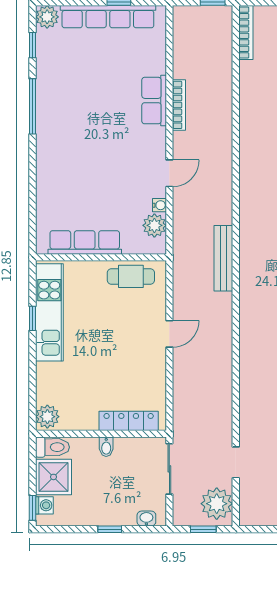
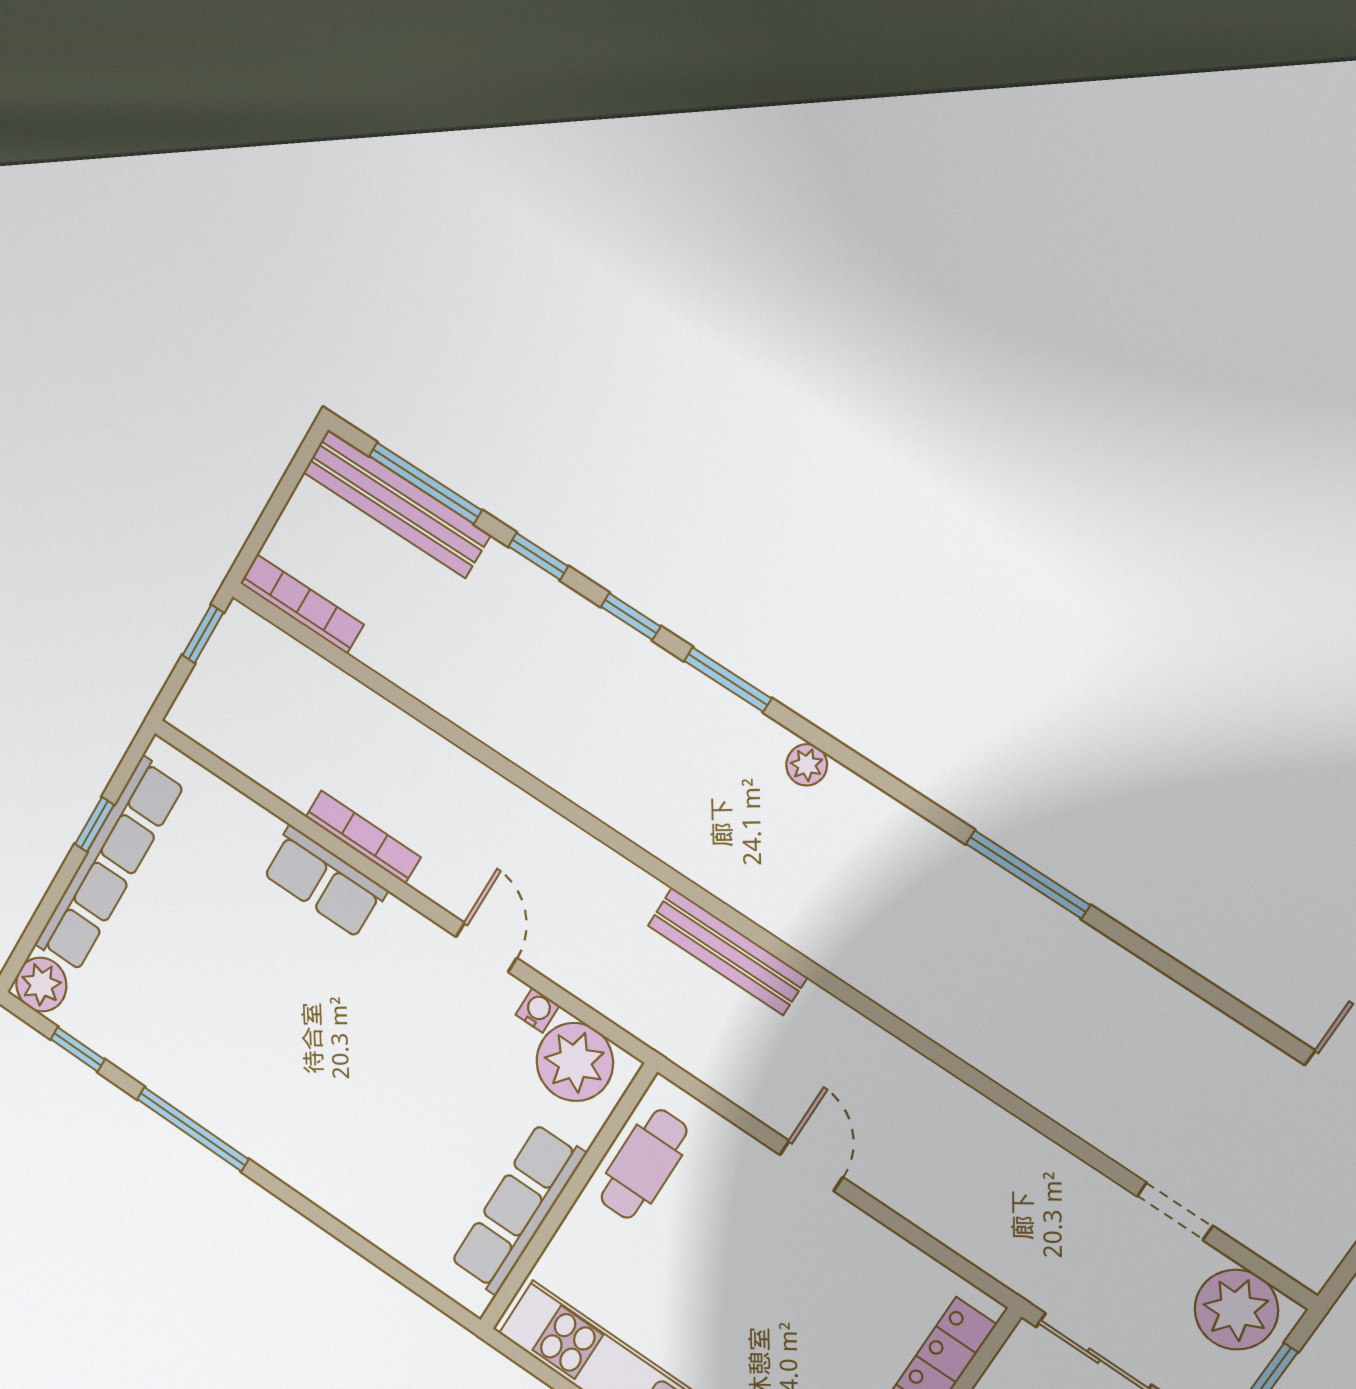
plant: (154, 225) -> (575, 1062), width x1.36, depth x1.36

